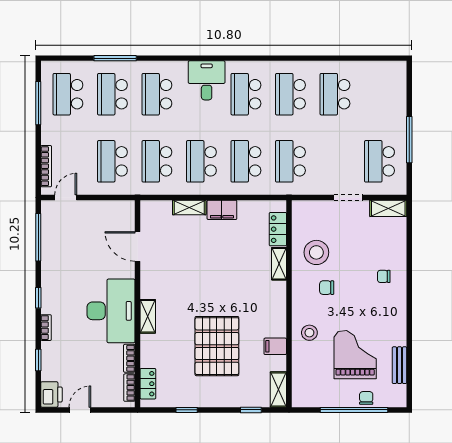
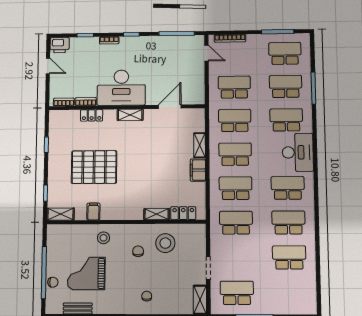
desk: (207, 80) -> (298, 152), width x1.37
shelving: (148, 316) -> (130, 115), moved
grand piano: (355, 355) -> (86, 273), turned 180
locker: (148, 384) -> (92, 115), moved

